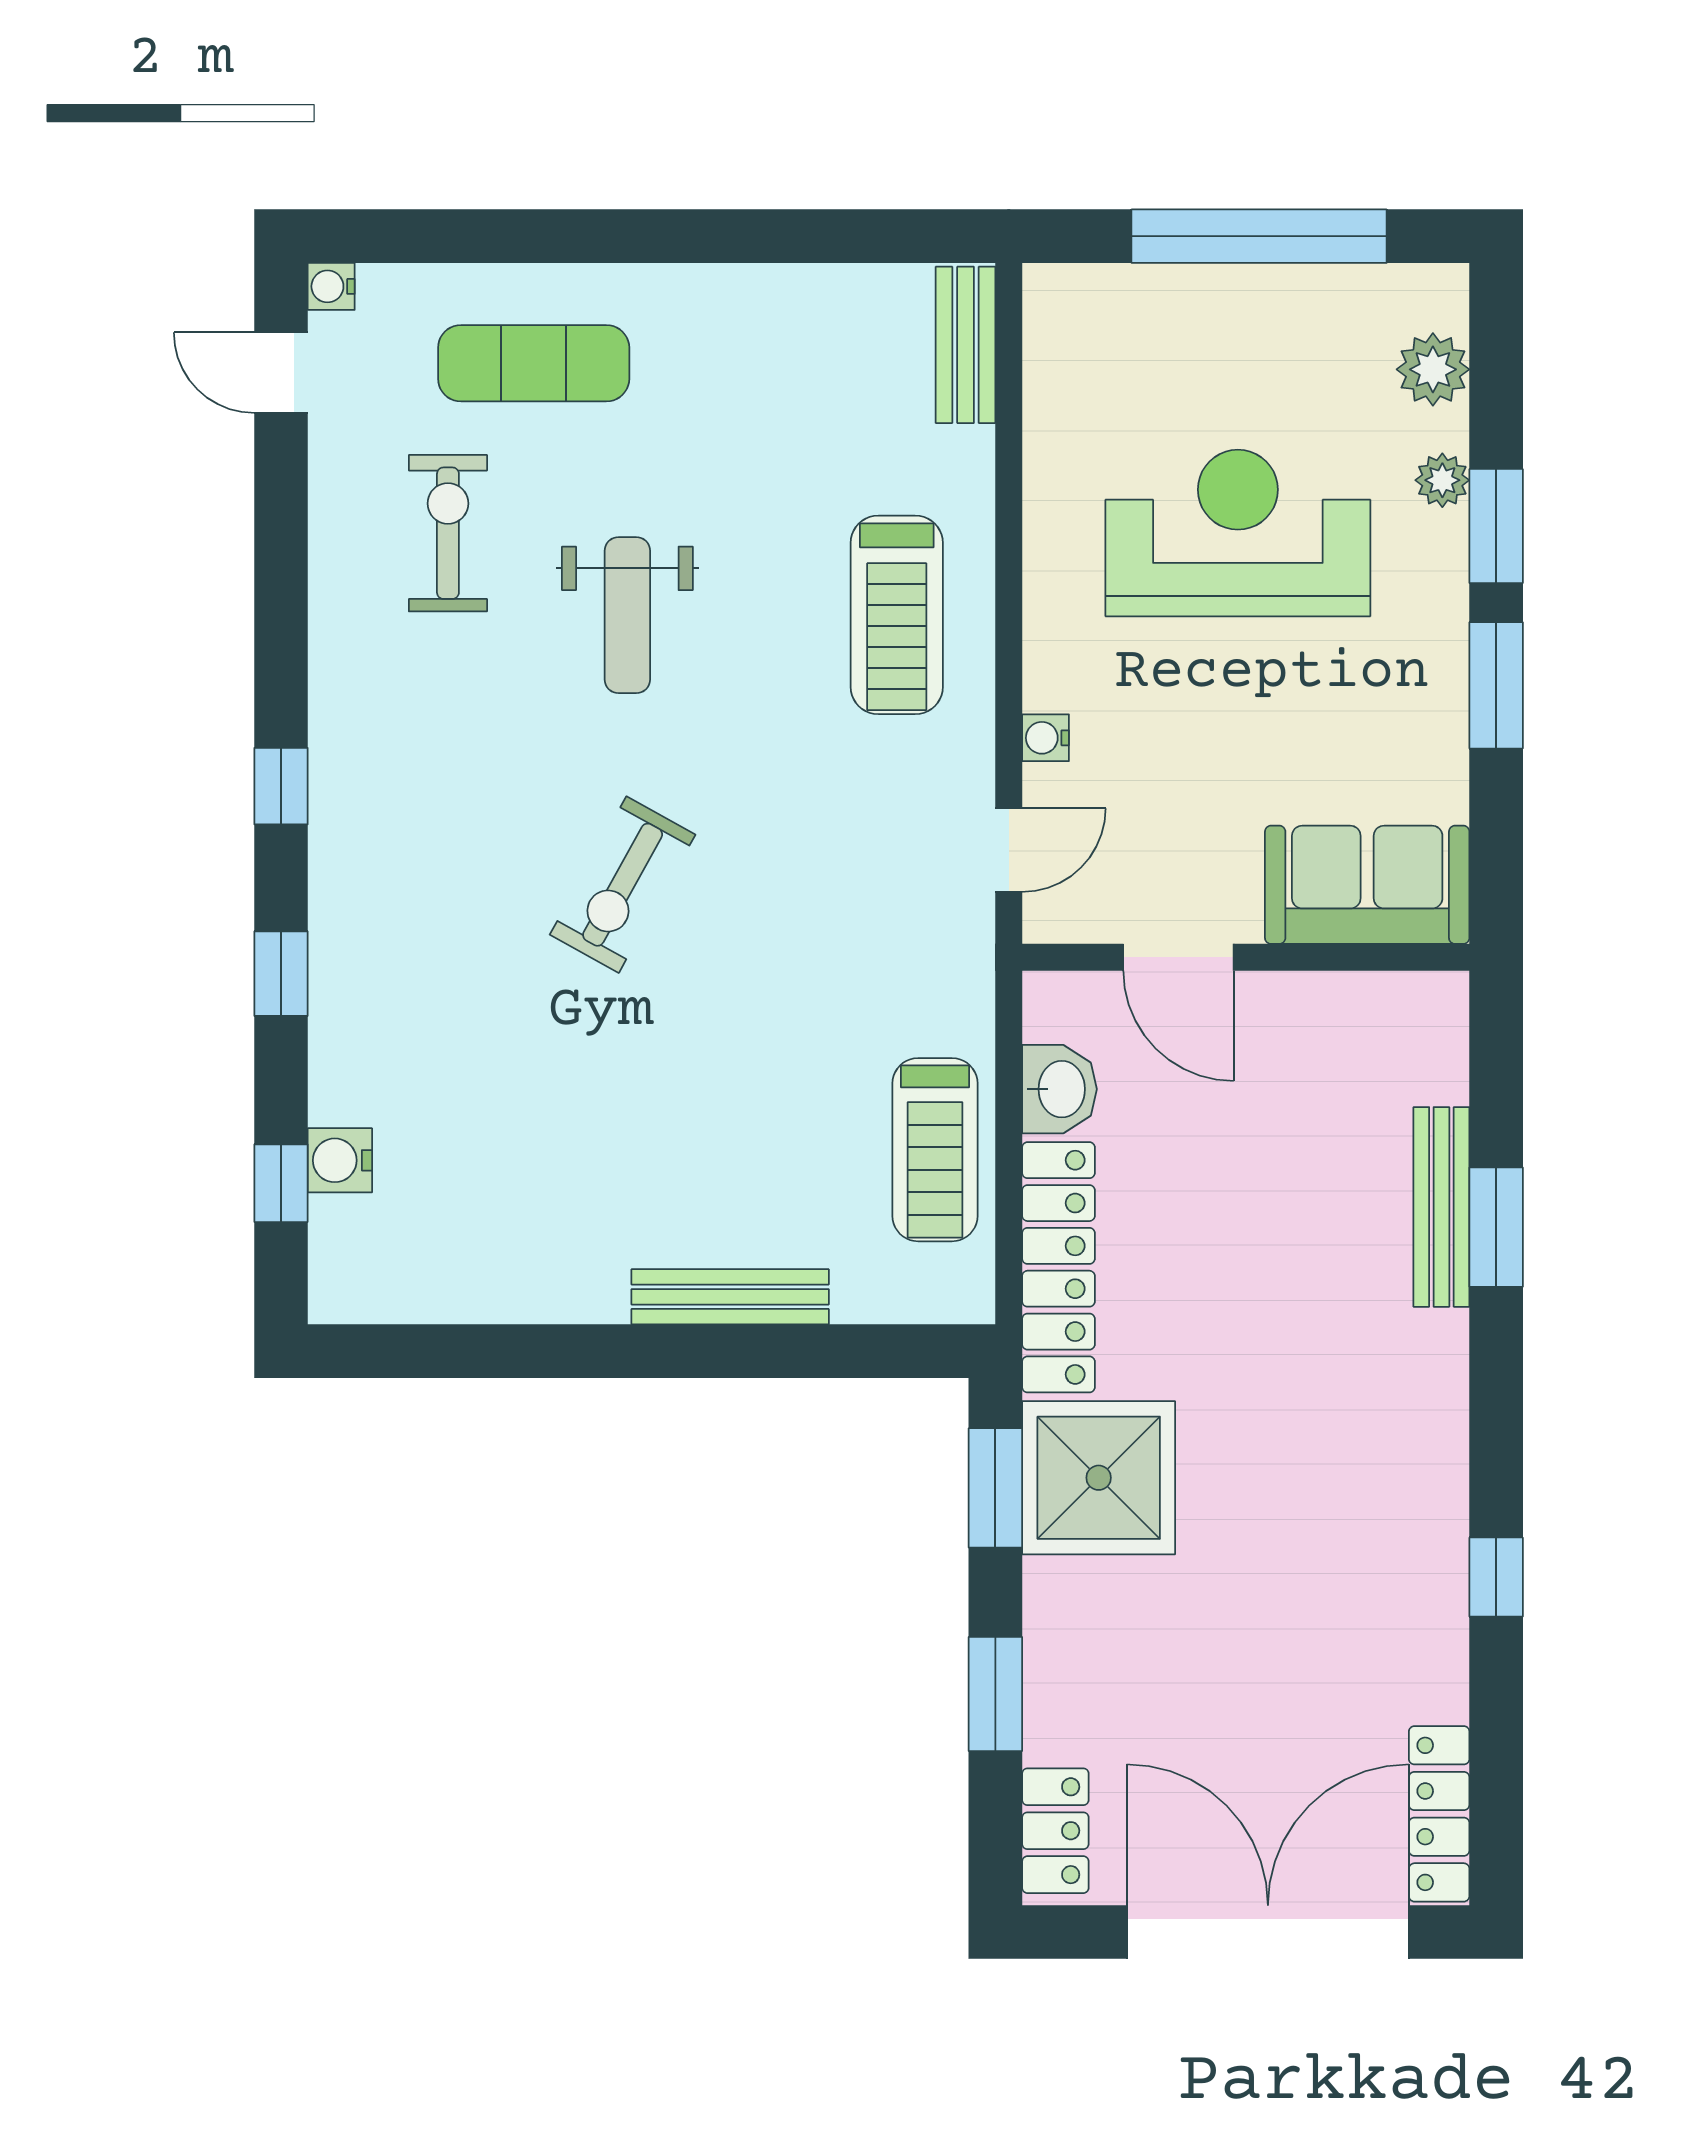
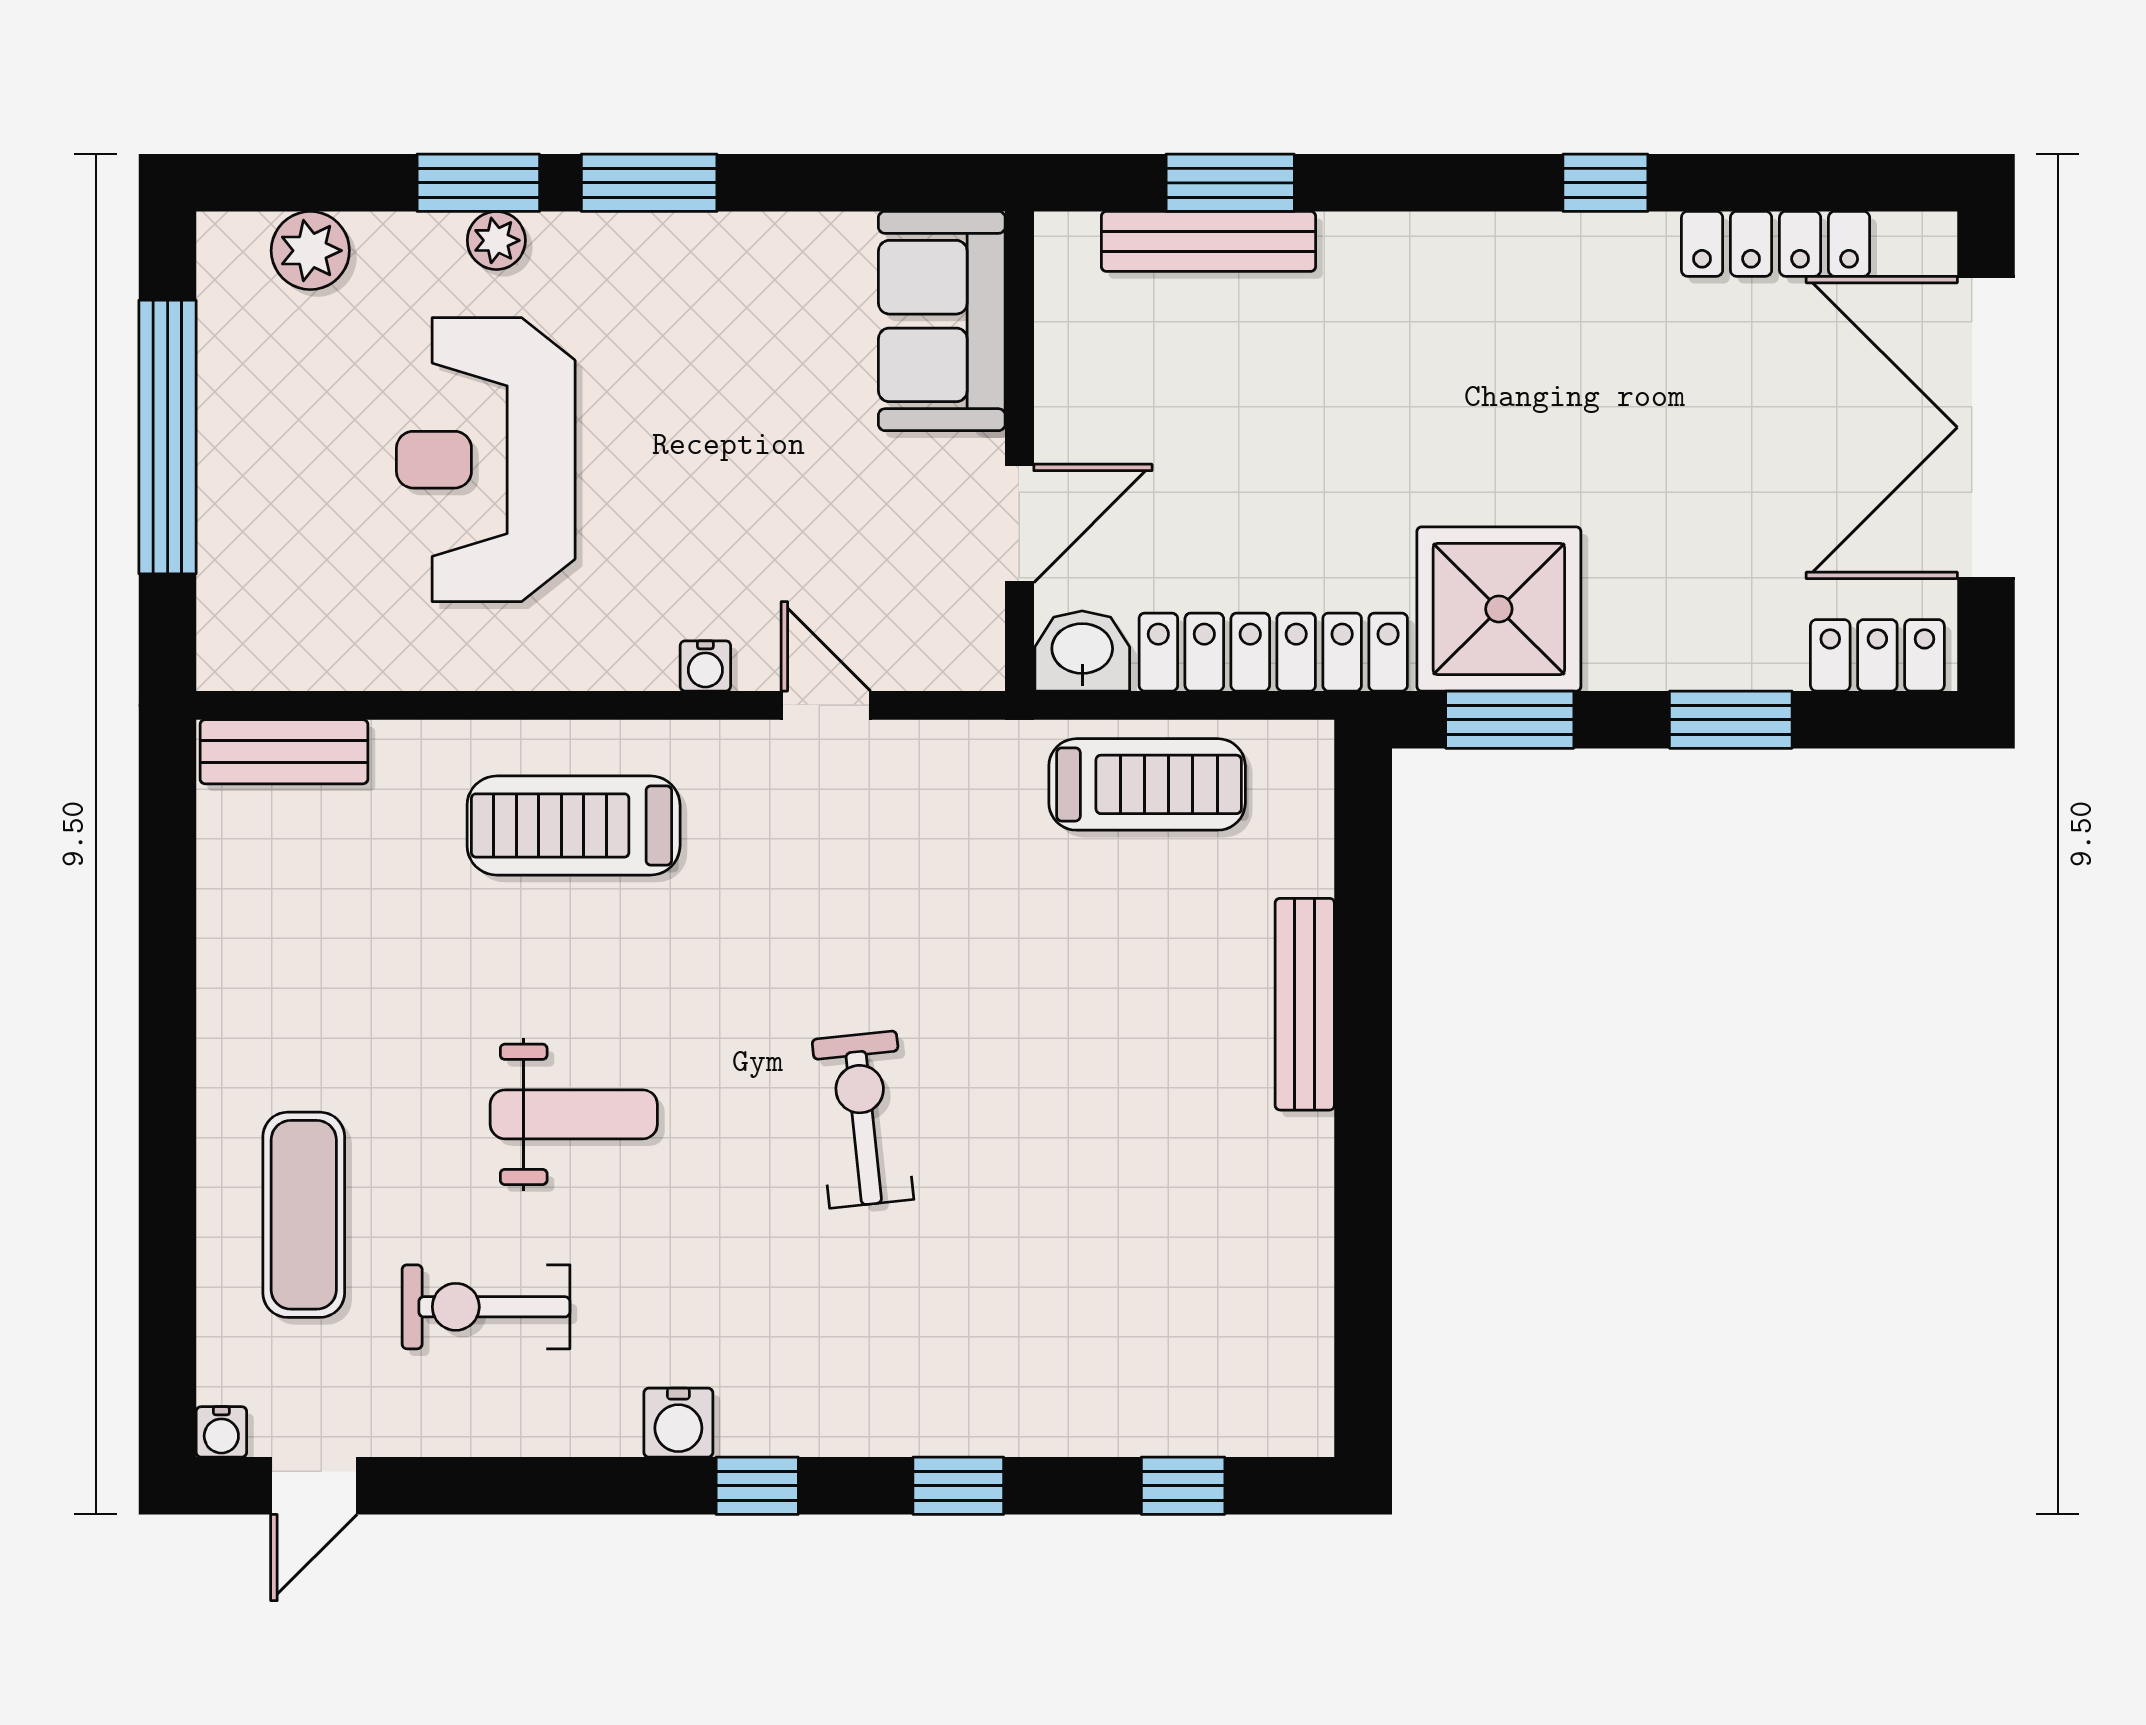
plant: (1442, 480) -> (496, 240), moved
treadmill: (897, 615) -> (574, 825), turned 180
exercise bike: (623, 885) -> (863, 1119), turned -125
sofa: (1367, 885) -> (942, 321), moved
door: (1178, 957) -> (1019, 523), moved
wall: (1246, 957) -> (1019, 451), moved
water cooler: (340, 1160) -> (678, 1423), moved
locker: (1439, 1814) -> (1776, 244), moved

